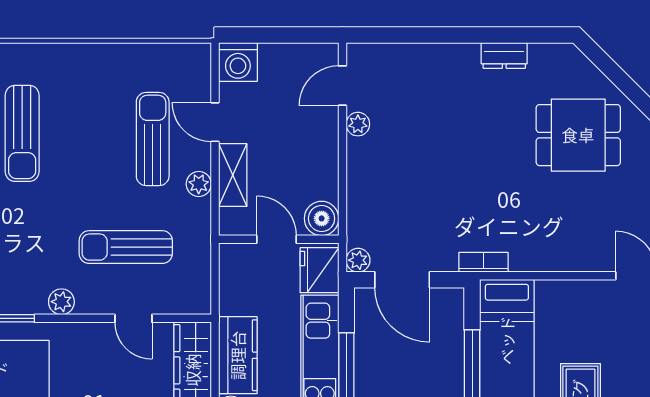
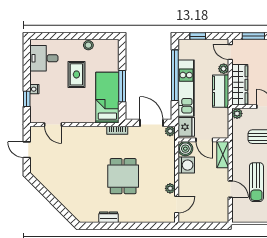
washing machine: (238, 62) -> (186, 165), moved, turned 90
dining table: (578, 135) -> (123, 176), moved, turned 90
shelving: (233, 175) -> (223, 155), moved
plant: (199, 184) -> (237, 113), moved

